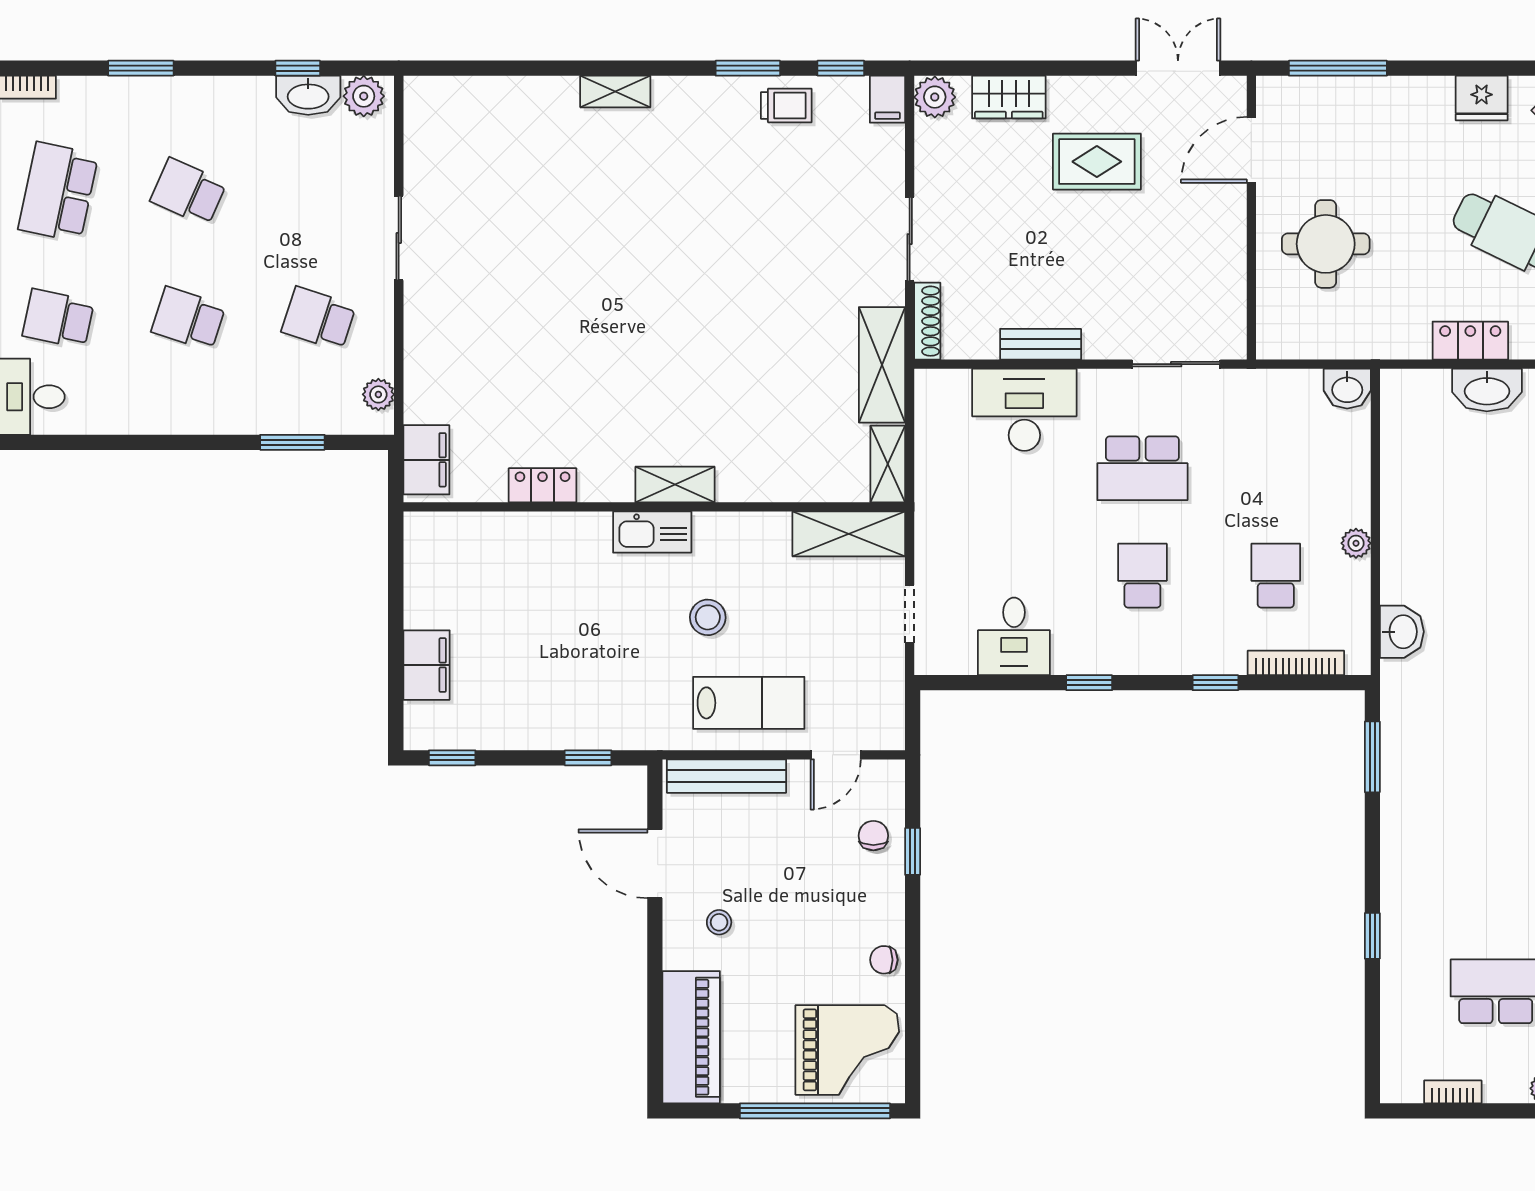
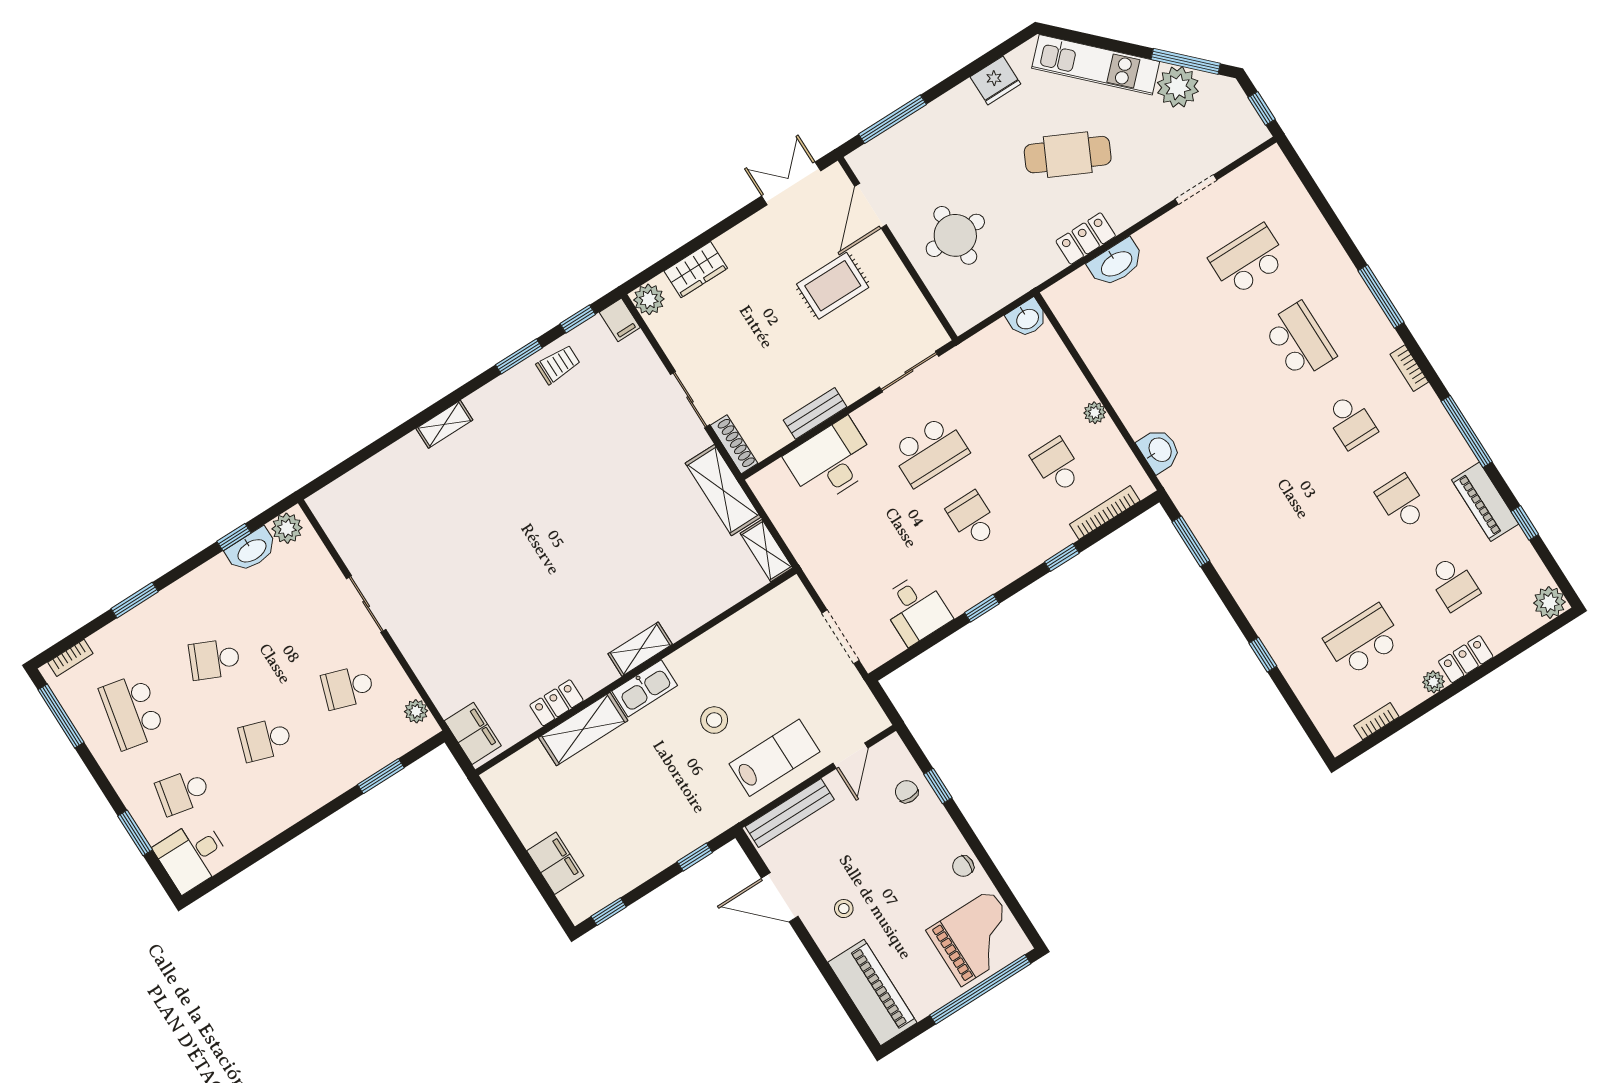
rug: (1097, 162) -> (833, 286), moved
shelving: (849, 534) -> (583, 729), moved
doorway: (910, 614) -> (841, 637), width x1.38

